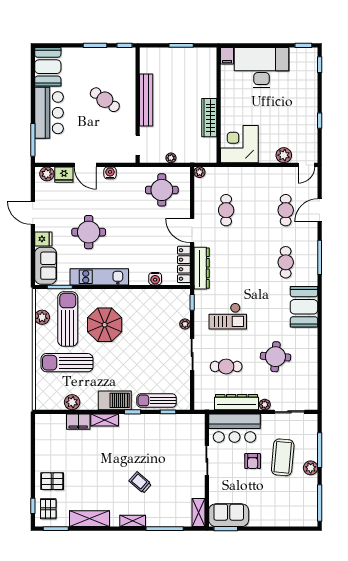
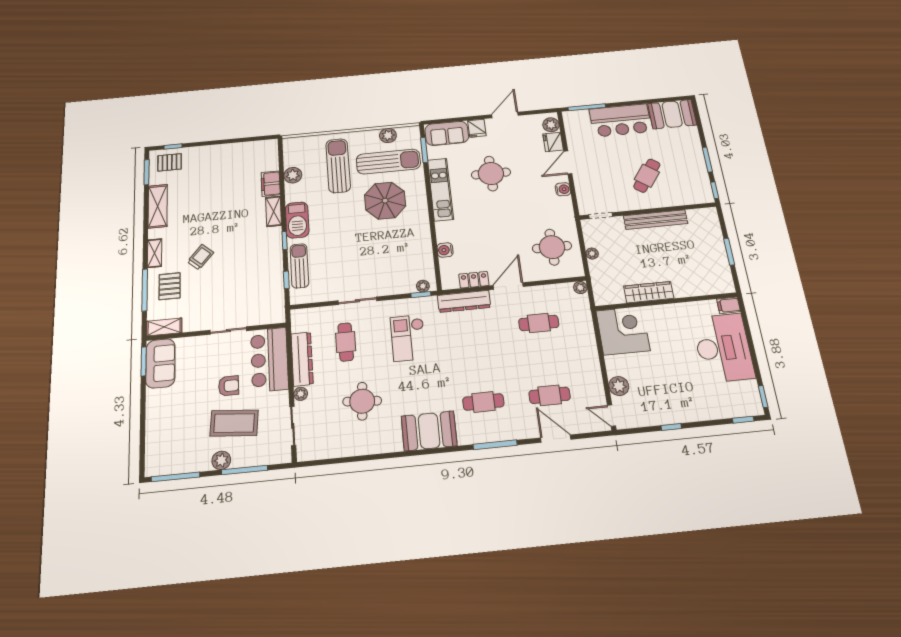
locker: (184, 264) -> (474, 280), width x0.66
plant: (185, 324) -> (423, 286), moved
armchair: (253, 461) -> (229, 386), turned 180
pallet: (52, 481) -> (170, 286), moved

